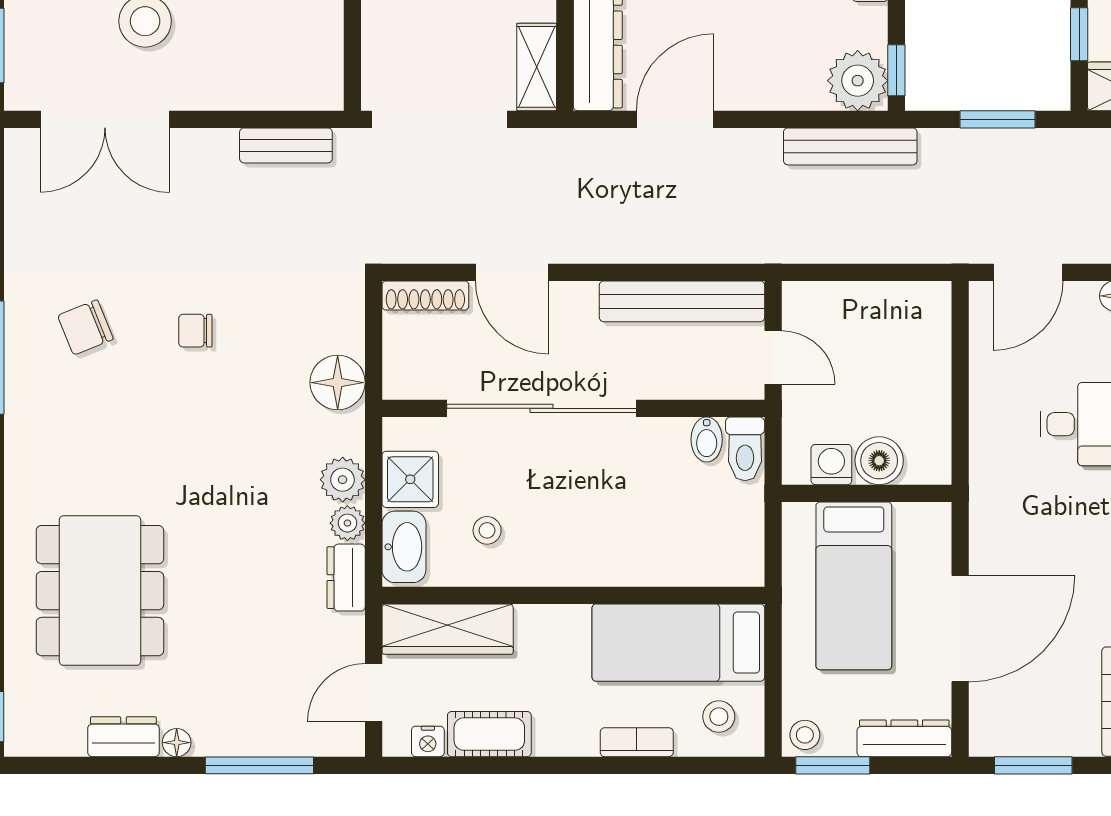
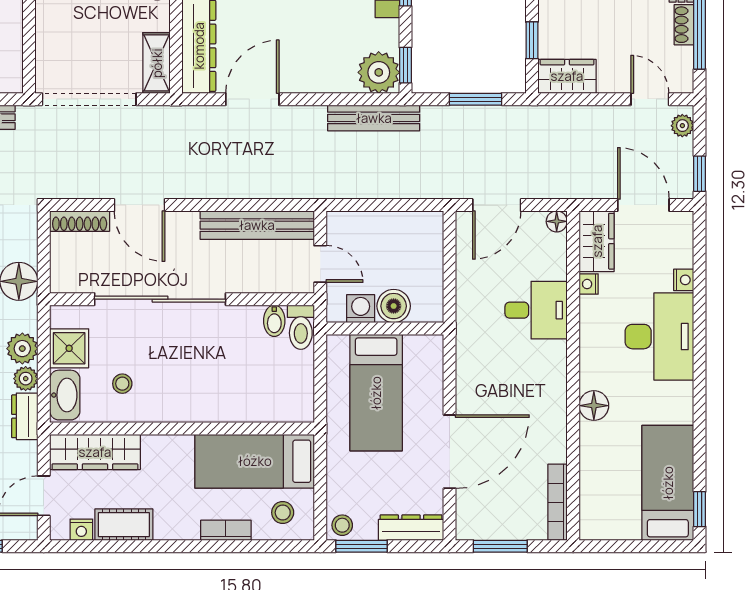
boiler: (879, 461) -> (394, 306), moved
washing machine: (831, 465) -> (361, 309), moved
wall: (867, 493) -> (385, 329), moved
bed: (854, 586) -> (376, 393), moved

